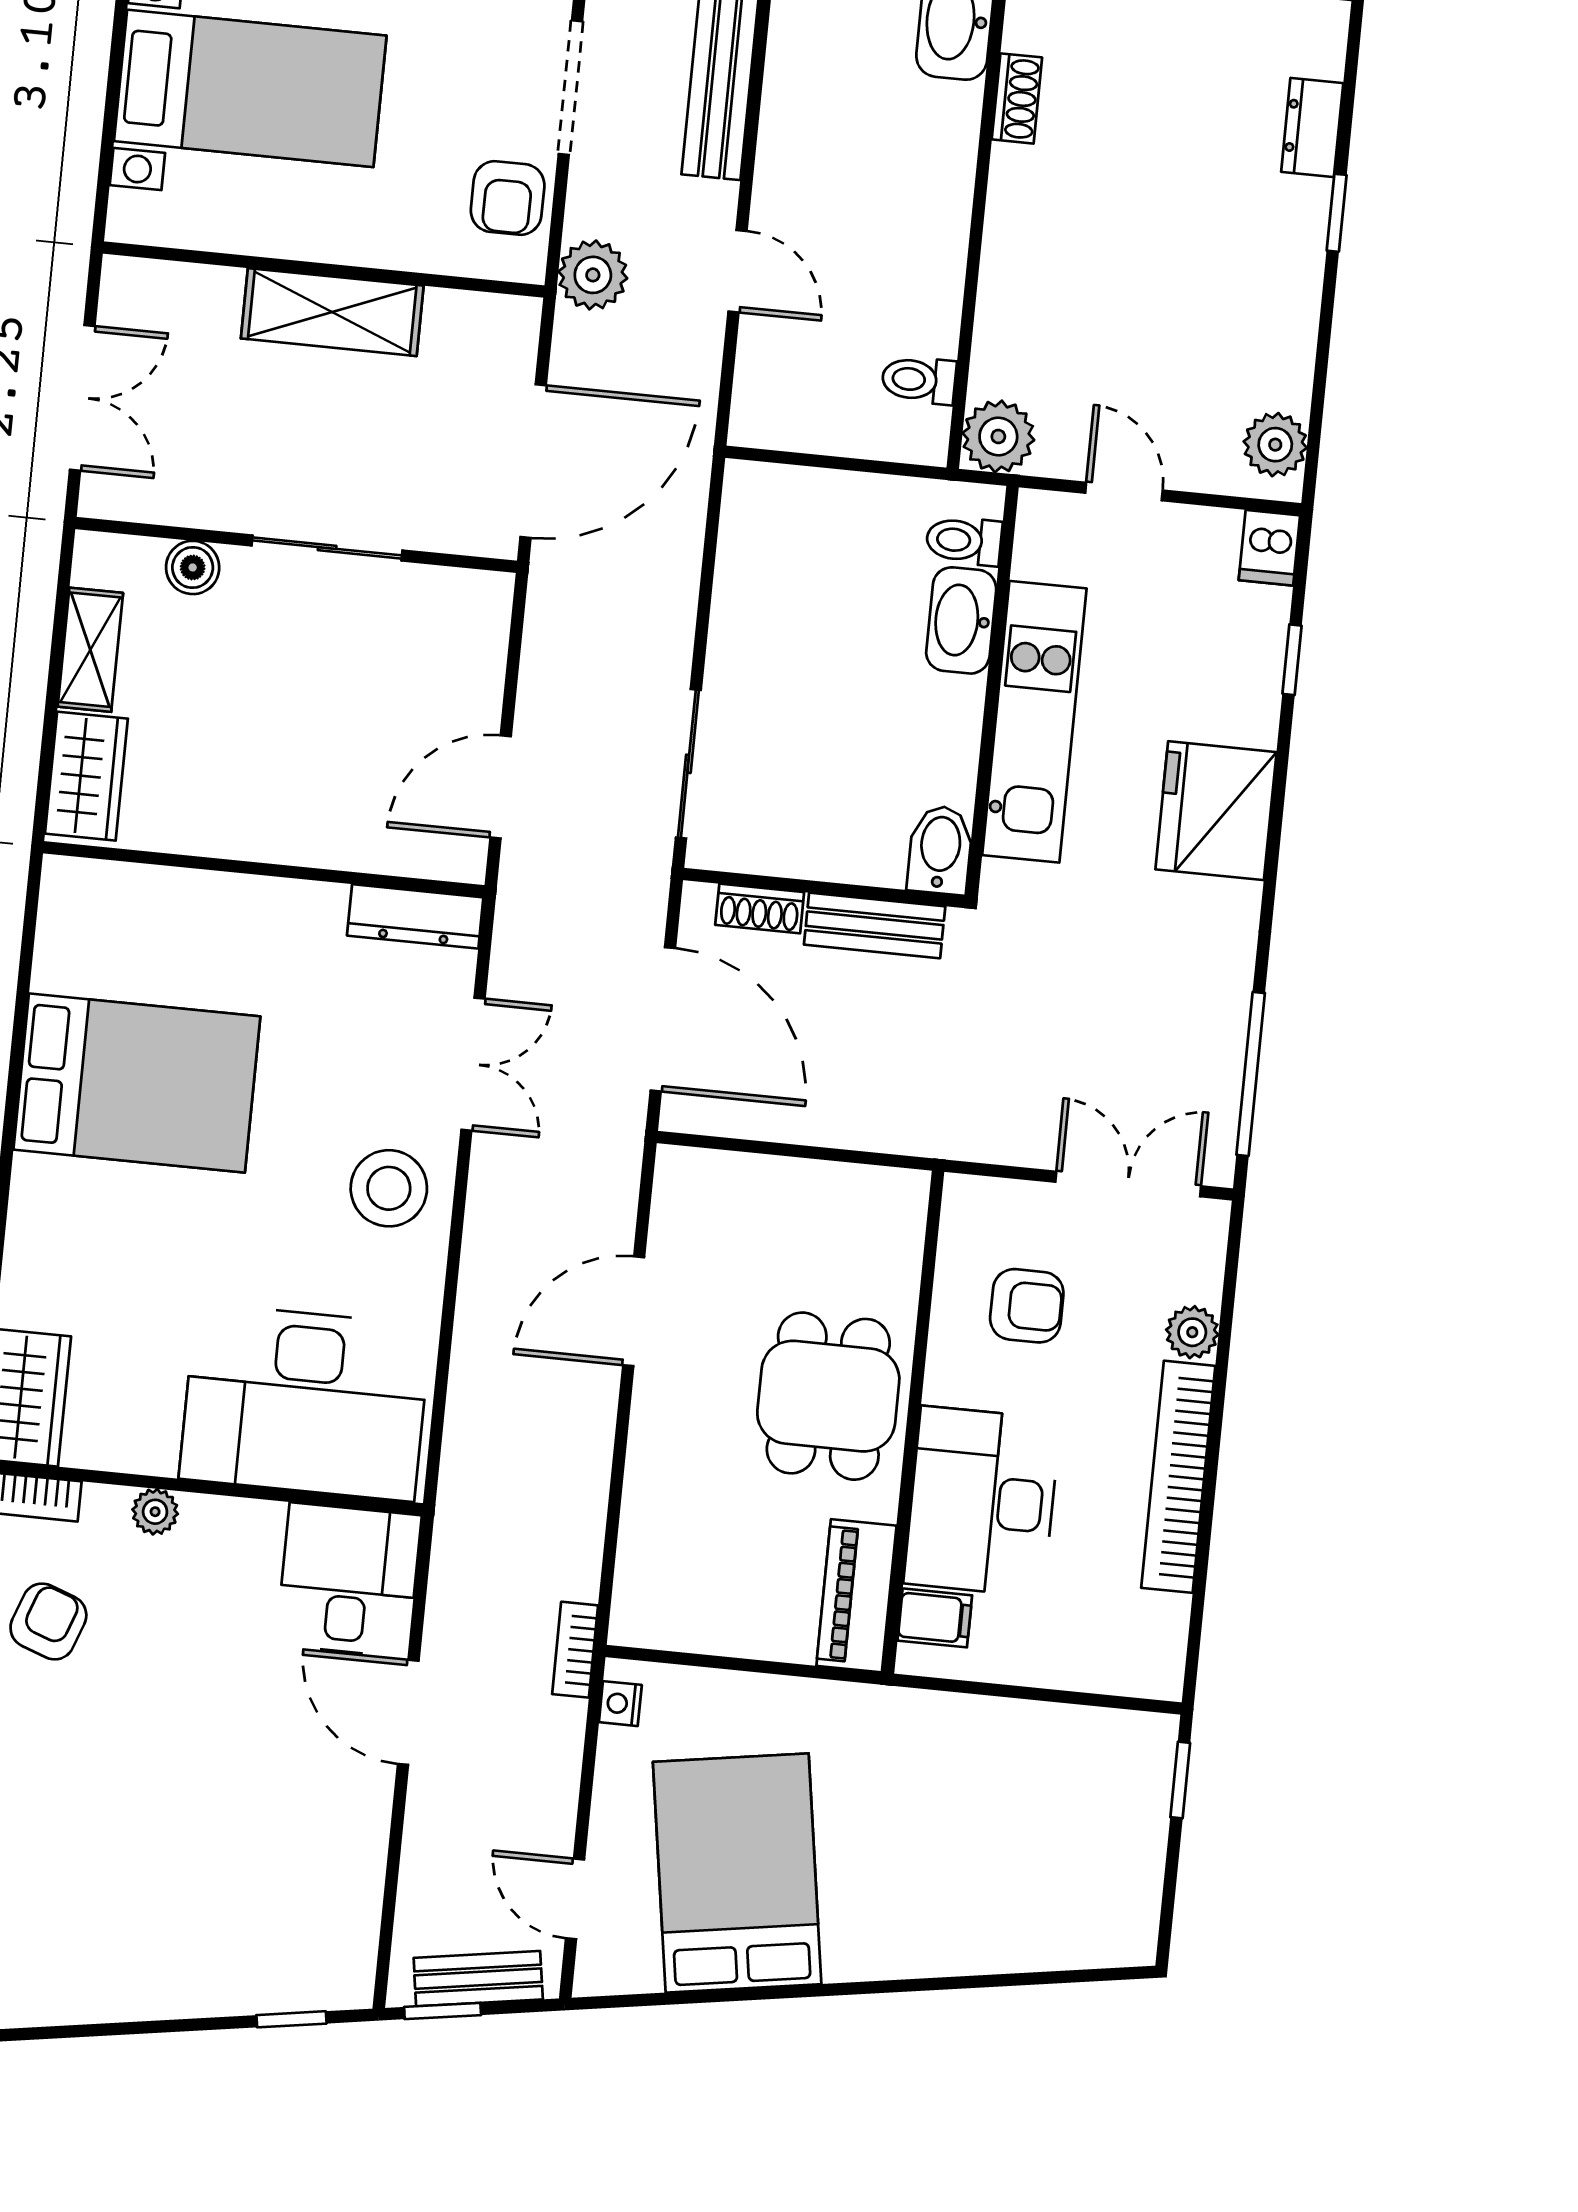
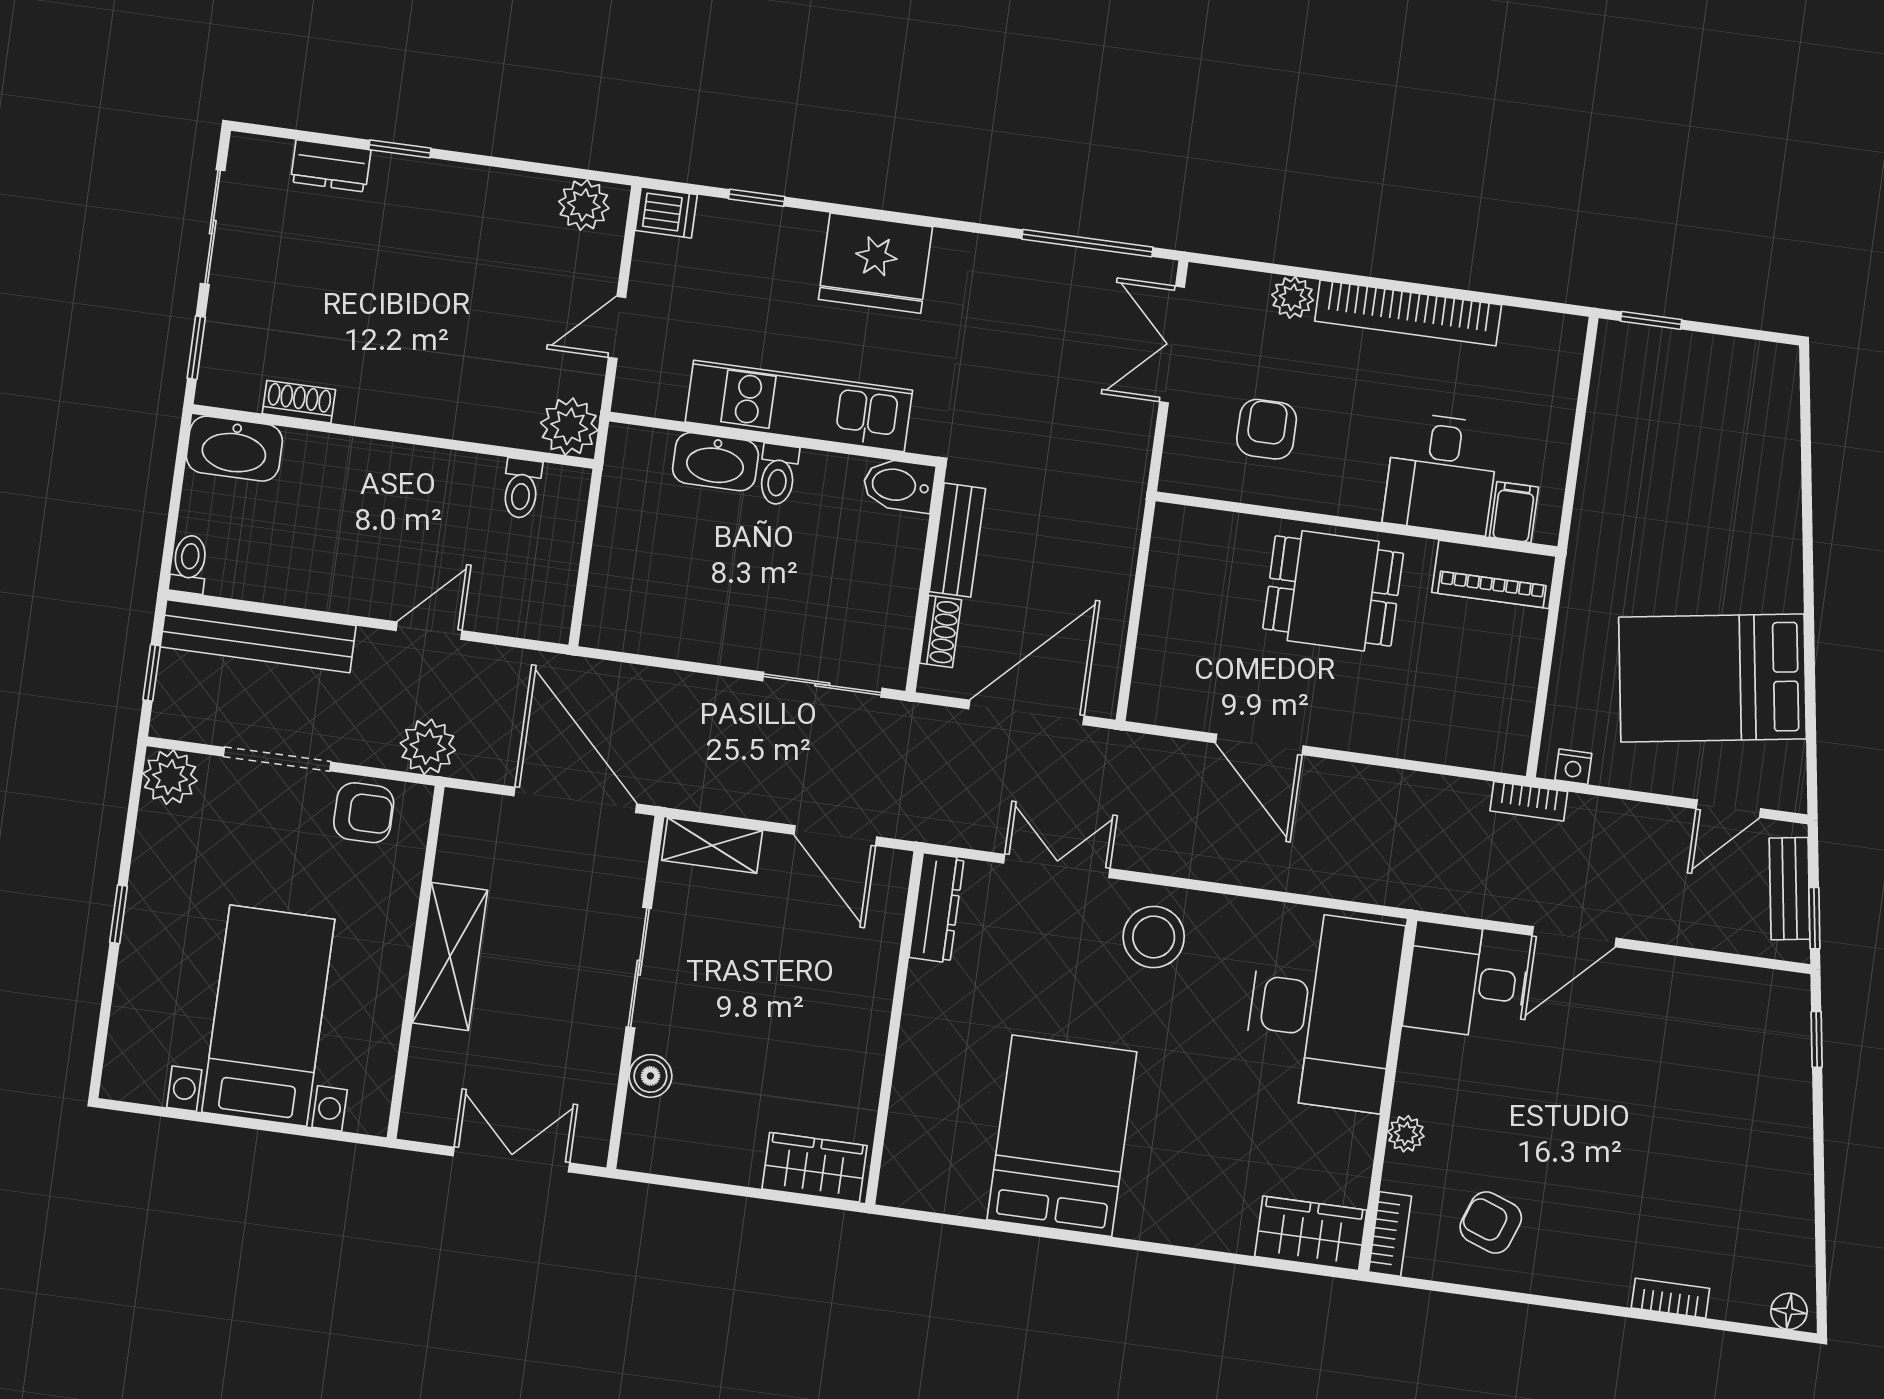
toilet: (964, 541) -> (778, 474), moved
shelving: (90, 650) -> (712, 845), moved
desk: (982, 1501) -> (1441, 474), width x0.73

